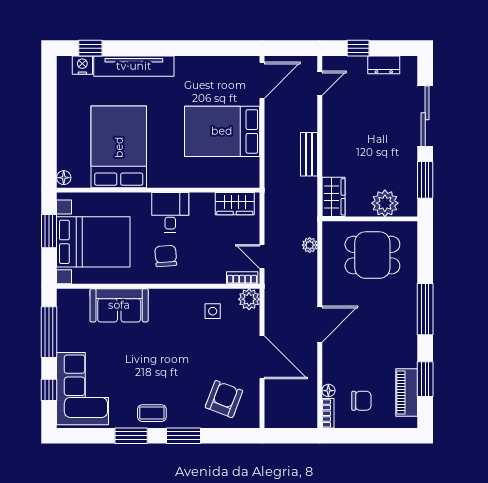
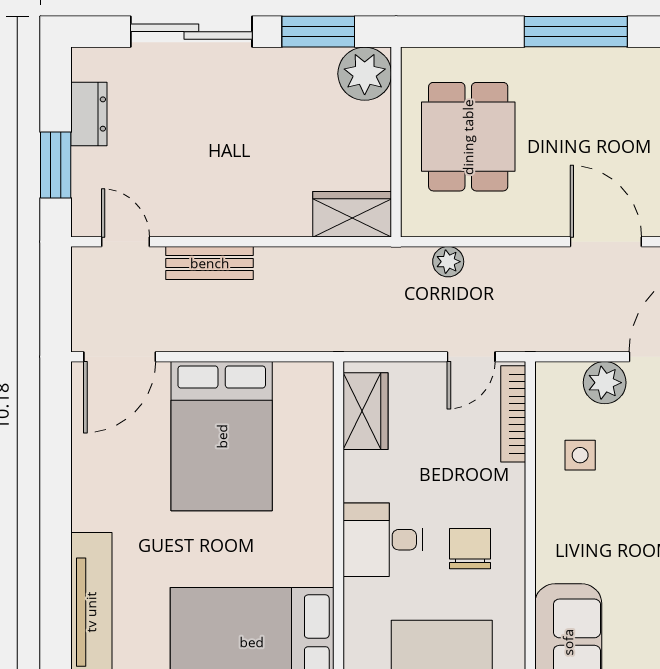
window: (358, 48) -> (56, 165), width x1.50
door: (262, 80) -> (120, 357), swing flipped
bench: (309, 154) -> (210, 263), moved
plant: (385, 203) -> (365, 74), moved
chair: (166, 256) -> (470, 549), turned 94
bookcase: (242, 278) -> (513, 414), width x1.56
plant: (249, 299) -> (605, 383), moved

